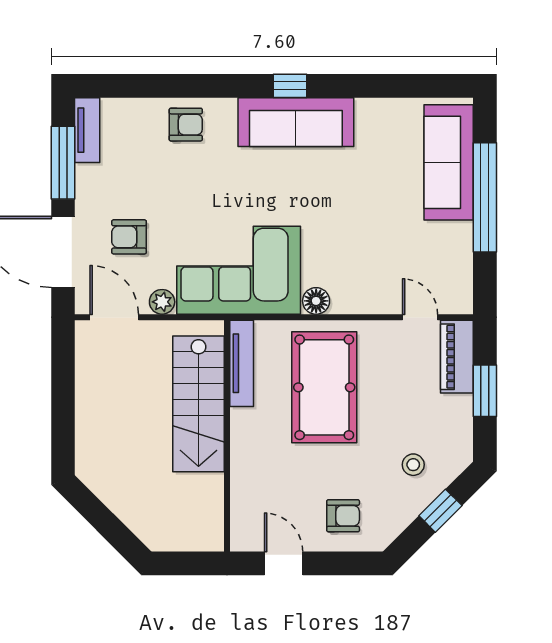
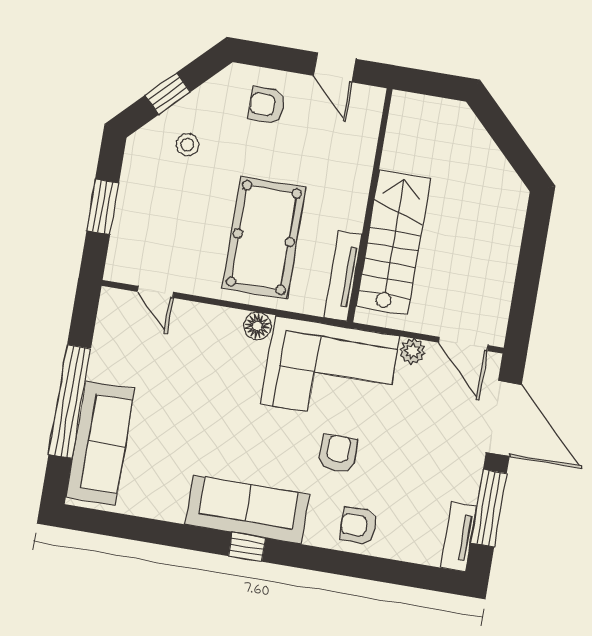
armchair: (129, 237) -> (338, 453), moved, turned -90
piano: (457, 357) -> (125, 246), removed

